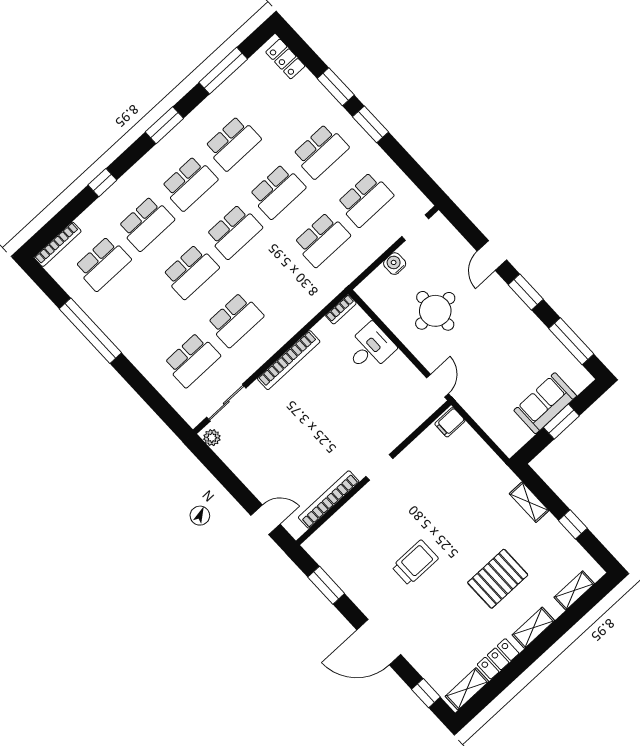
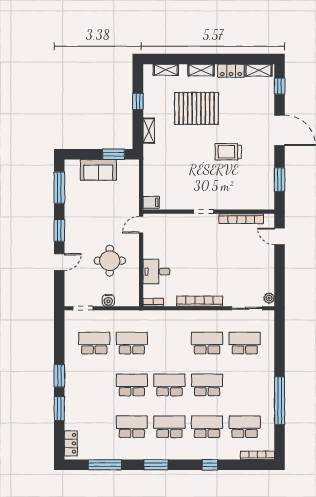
school desk: (321, 151) -> (94, 385), removed
window: (561, 422) -> (114, 154), moved
pallet: (498, 579) -> (197, 108), width x1.37, depth x1.41

